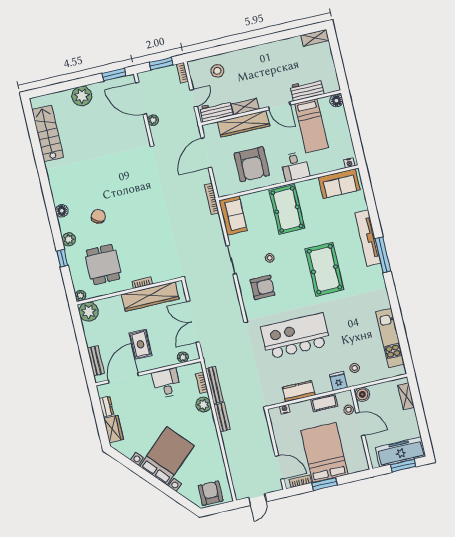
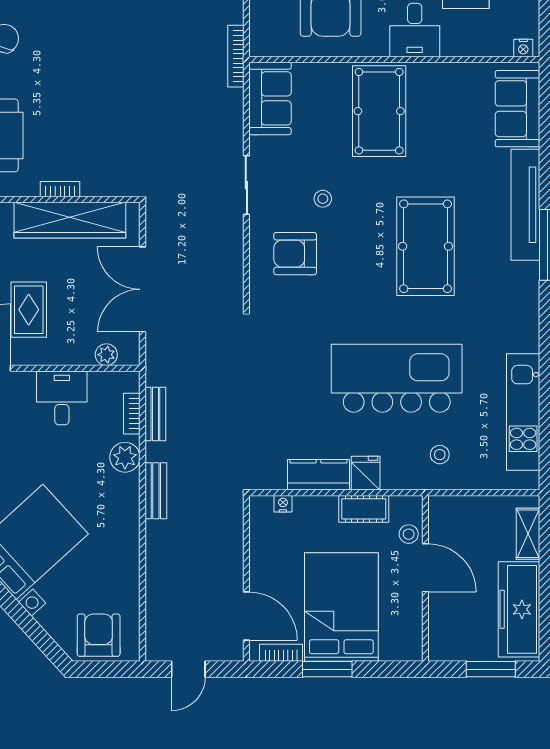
sofa: (339, 184) -> (517, 109), moved, turned 90
armchair: (262, 287) -> (295, 254), turned 180
kitchen island: (296, 336) -> (397, 378), moved
fridge: (338, 381) -> (366, 473), moved
bench: (214, 385) -> (155, 414), width x0.73
boiler: (362, 394) -> (443, 510), removed
freezer: (401, 452) -> (519, 609), moved, turned -90

